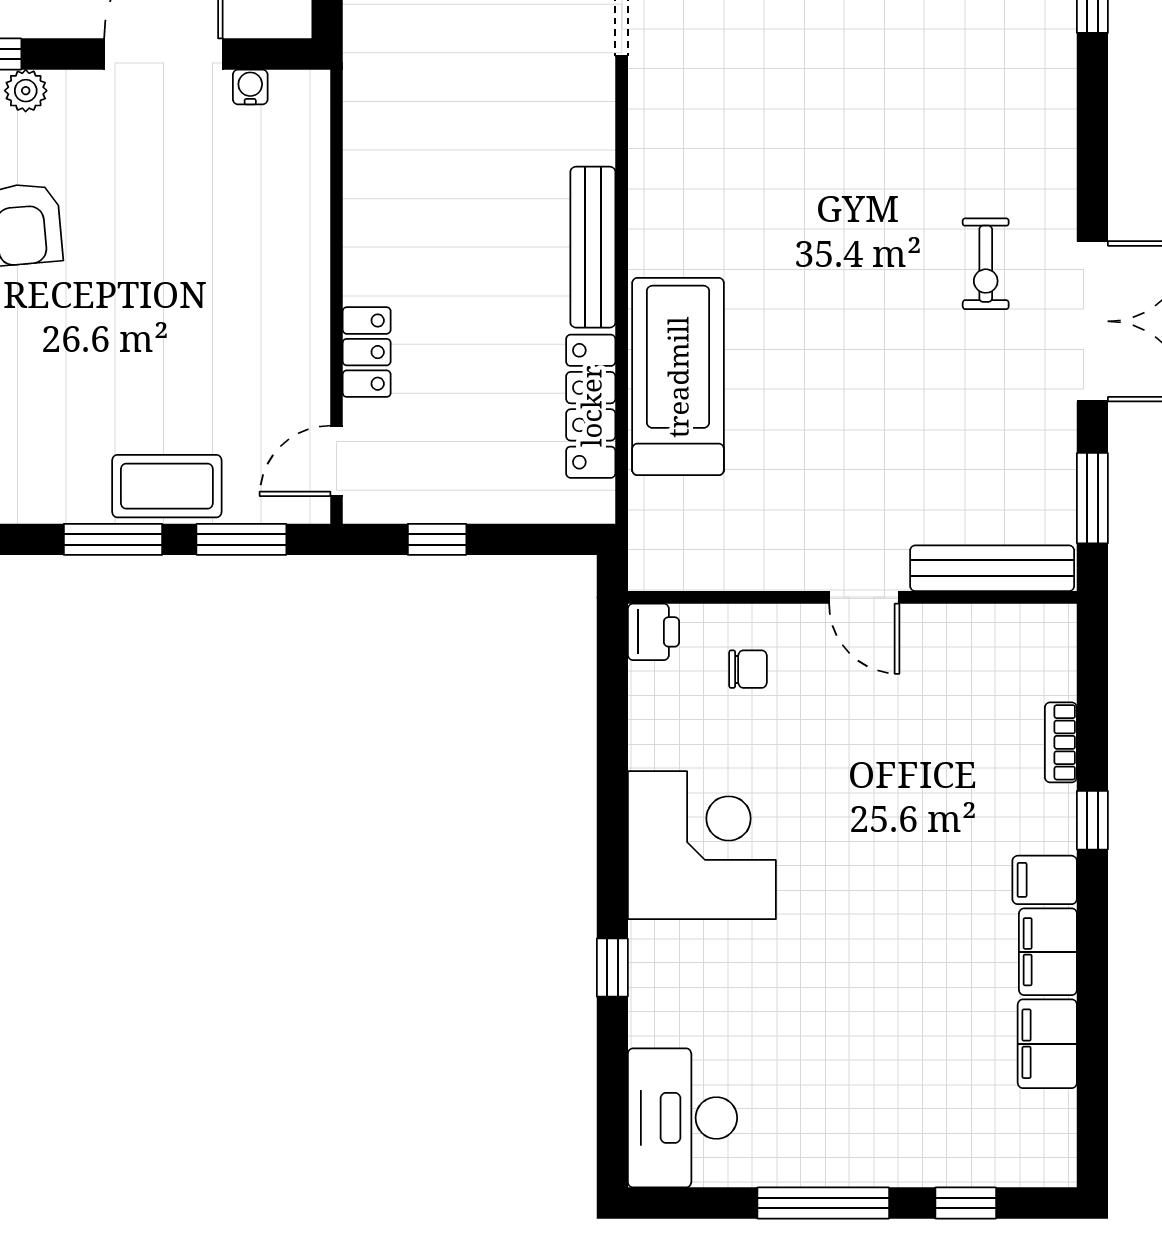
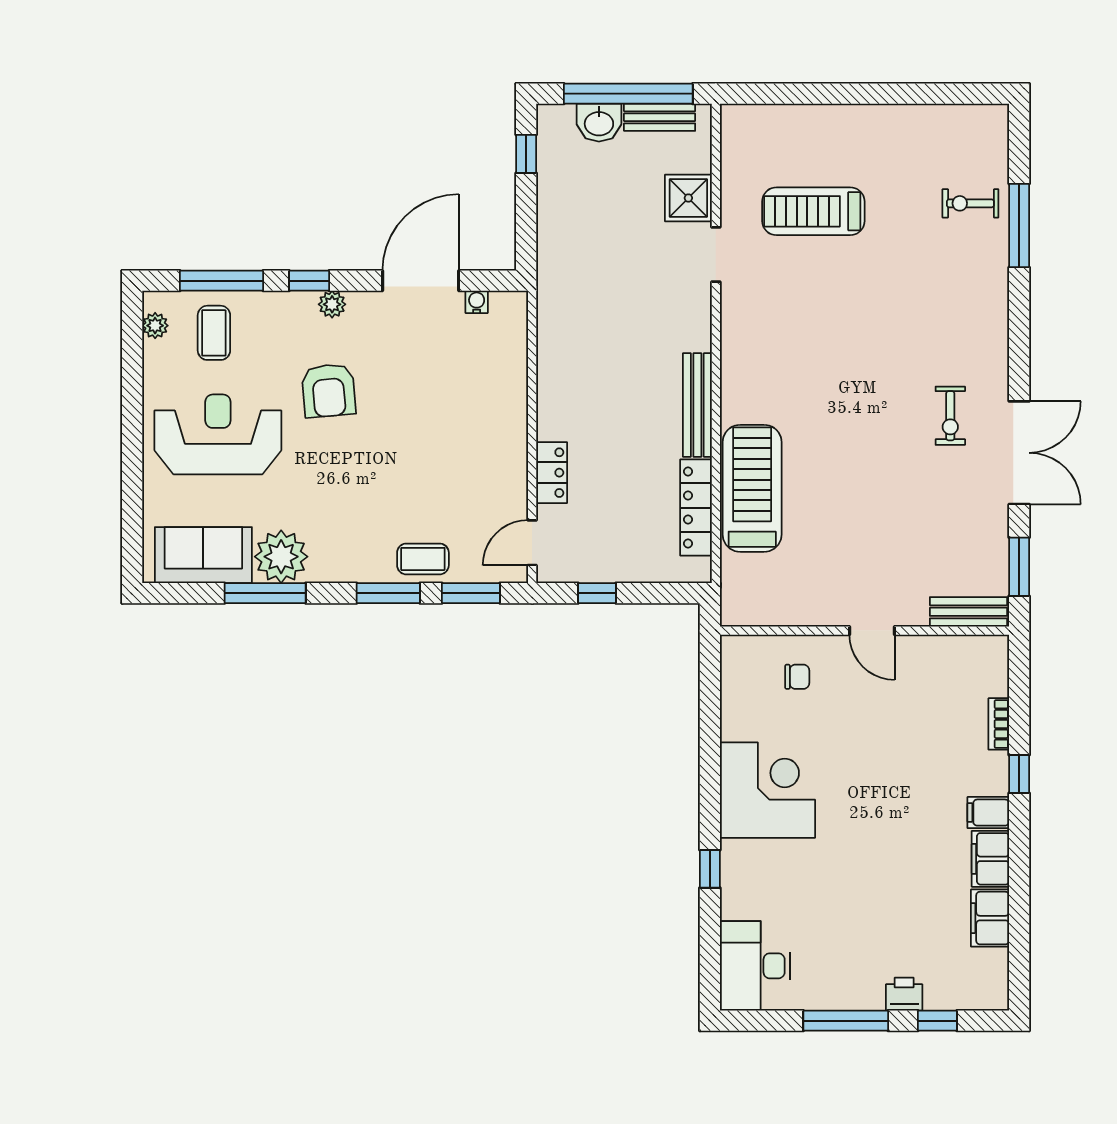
coffee table: (167, 486) -> (423, 559), width x0.73, depth x0.77
bench: (992, 568) -> (968, 612), width x0.73
printer: (654, 632) -> (904, 994), moved, turned -90

